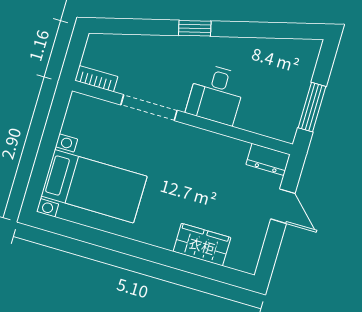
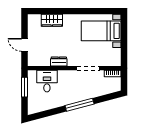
window: (195, 28) -> (80, 105), width x2.17
desk: (216, 94) -> (47, 81), moved
dresser: (268, 159) -> (59, 61), moved

